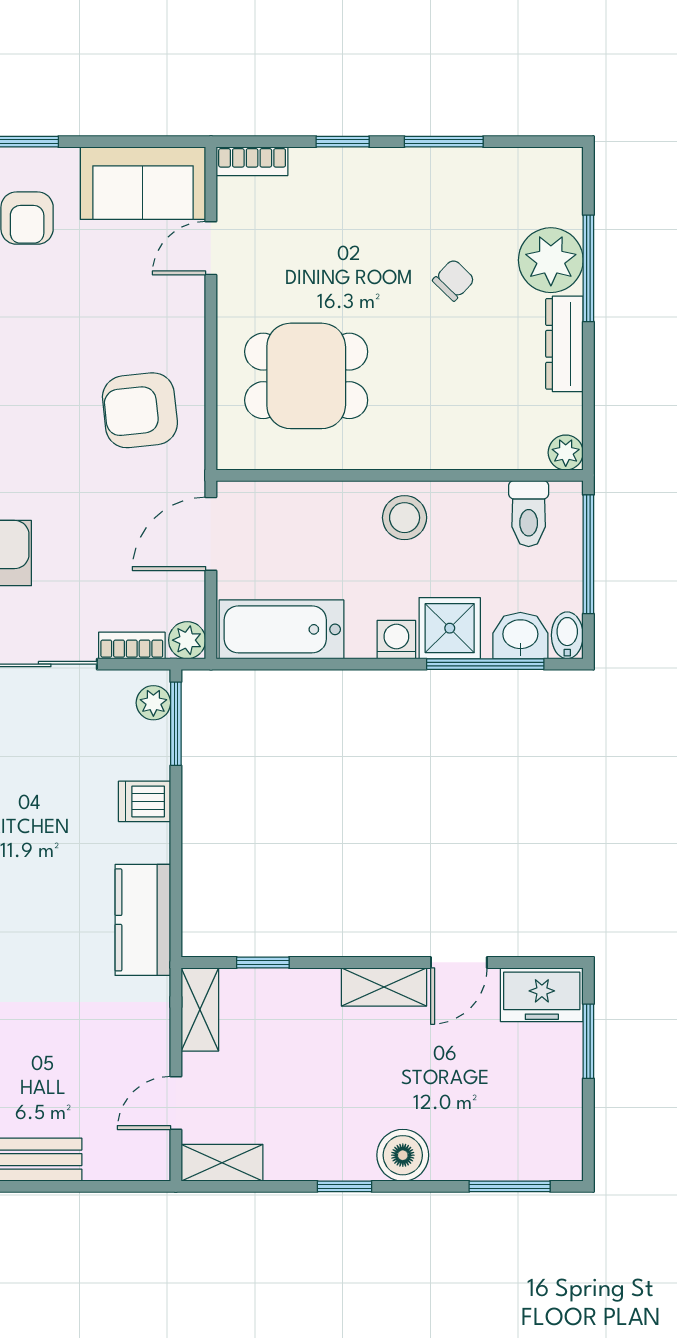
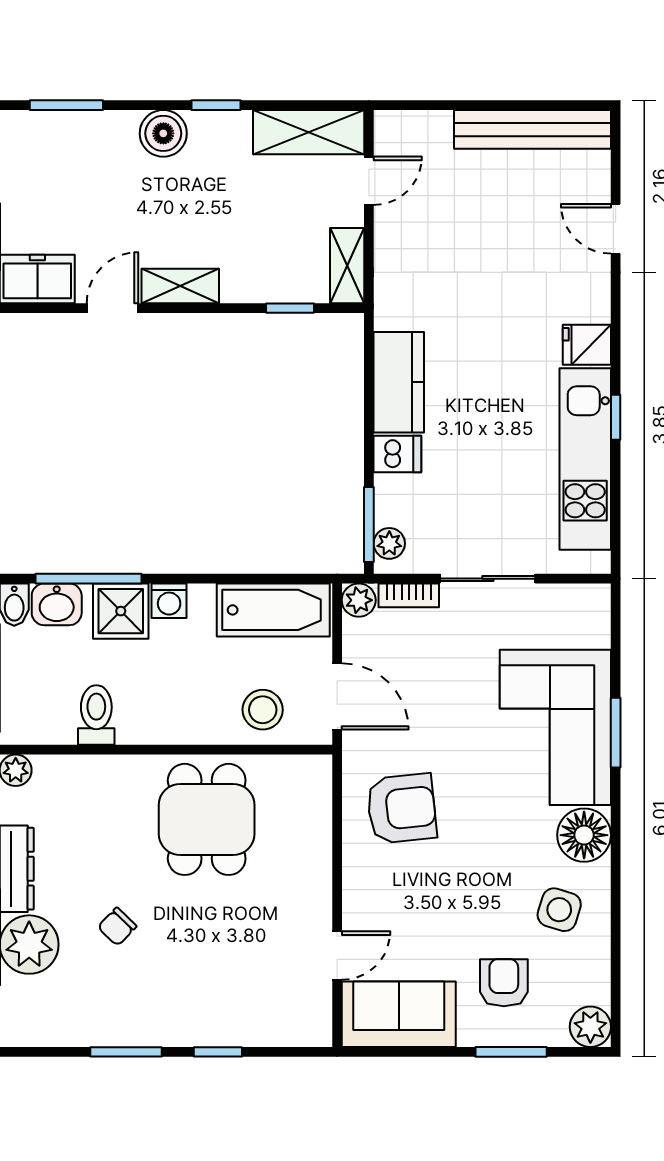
bookcase: (252, 161) -> (300, 1034), removed
dining table: (306, 376) -> (207, 819), moved, turned 90
toilet: (529, 514) -> (96, 715), moved
stool: (405, 518) -> (263, 710), moved
door: (211, 534) -> (337, 696), hinge flipped
kitchen counter: (143, 920) -> (399, 382), moved
shelving: (222, 1163) -> (309, 132), width x1.50, depth x1.33

